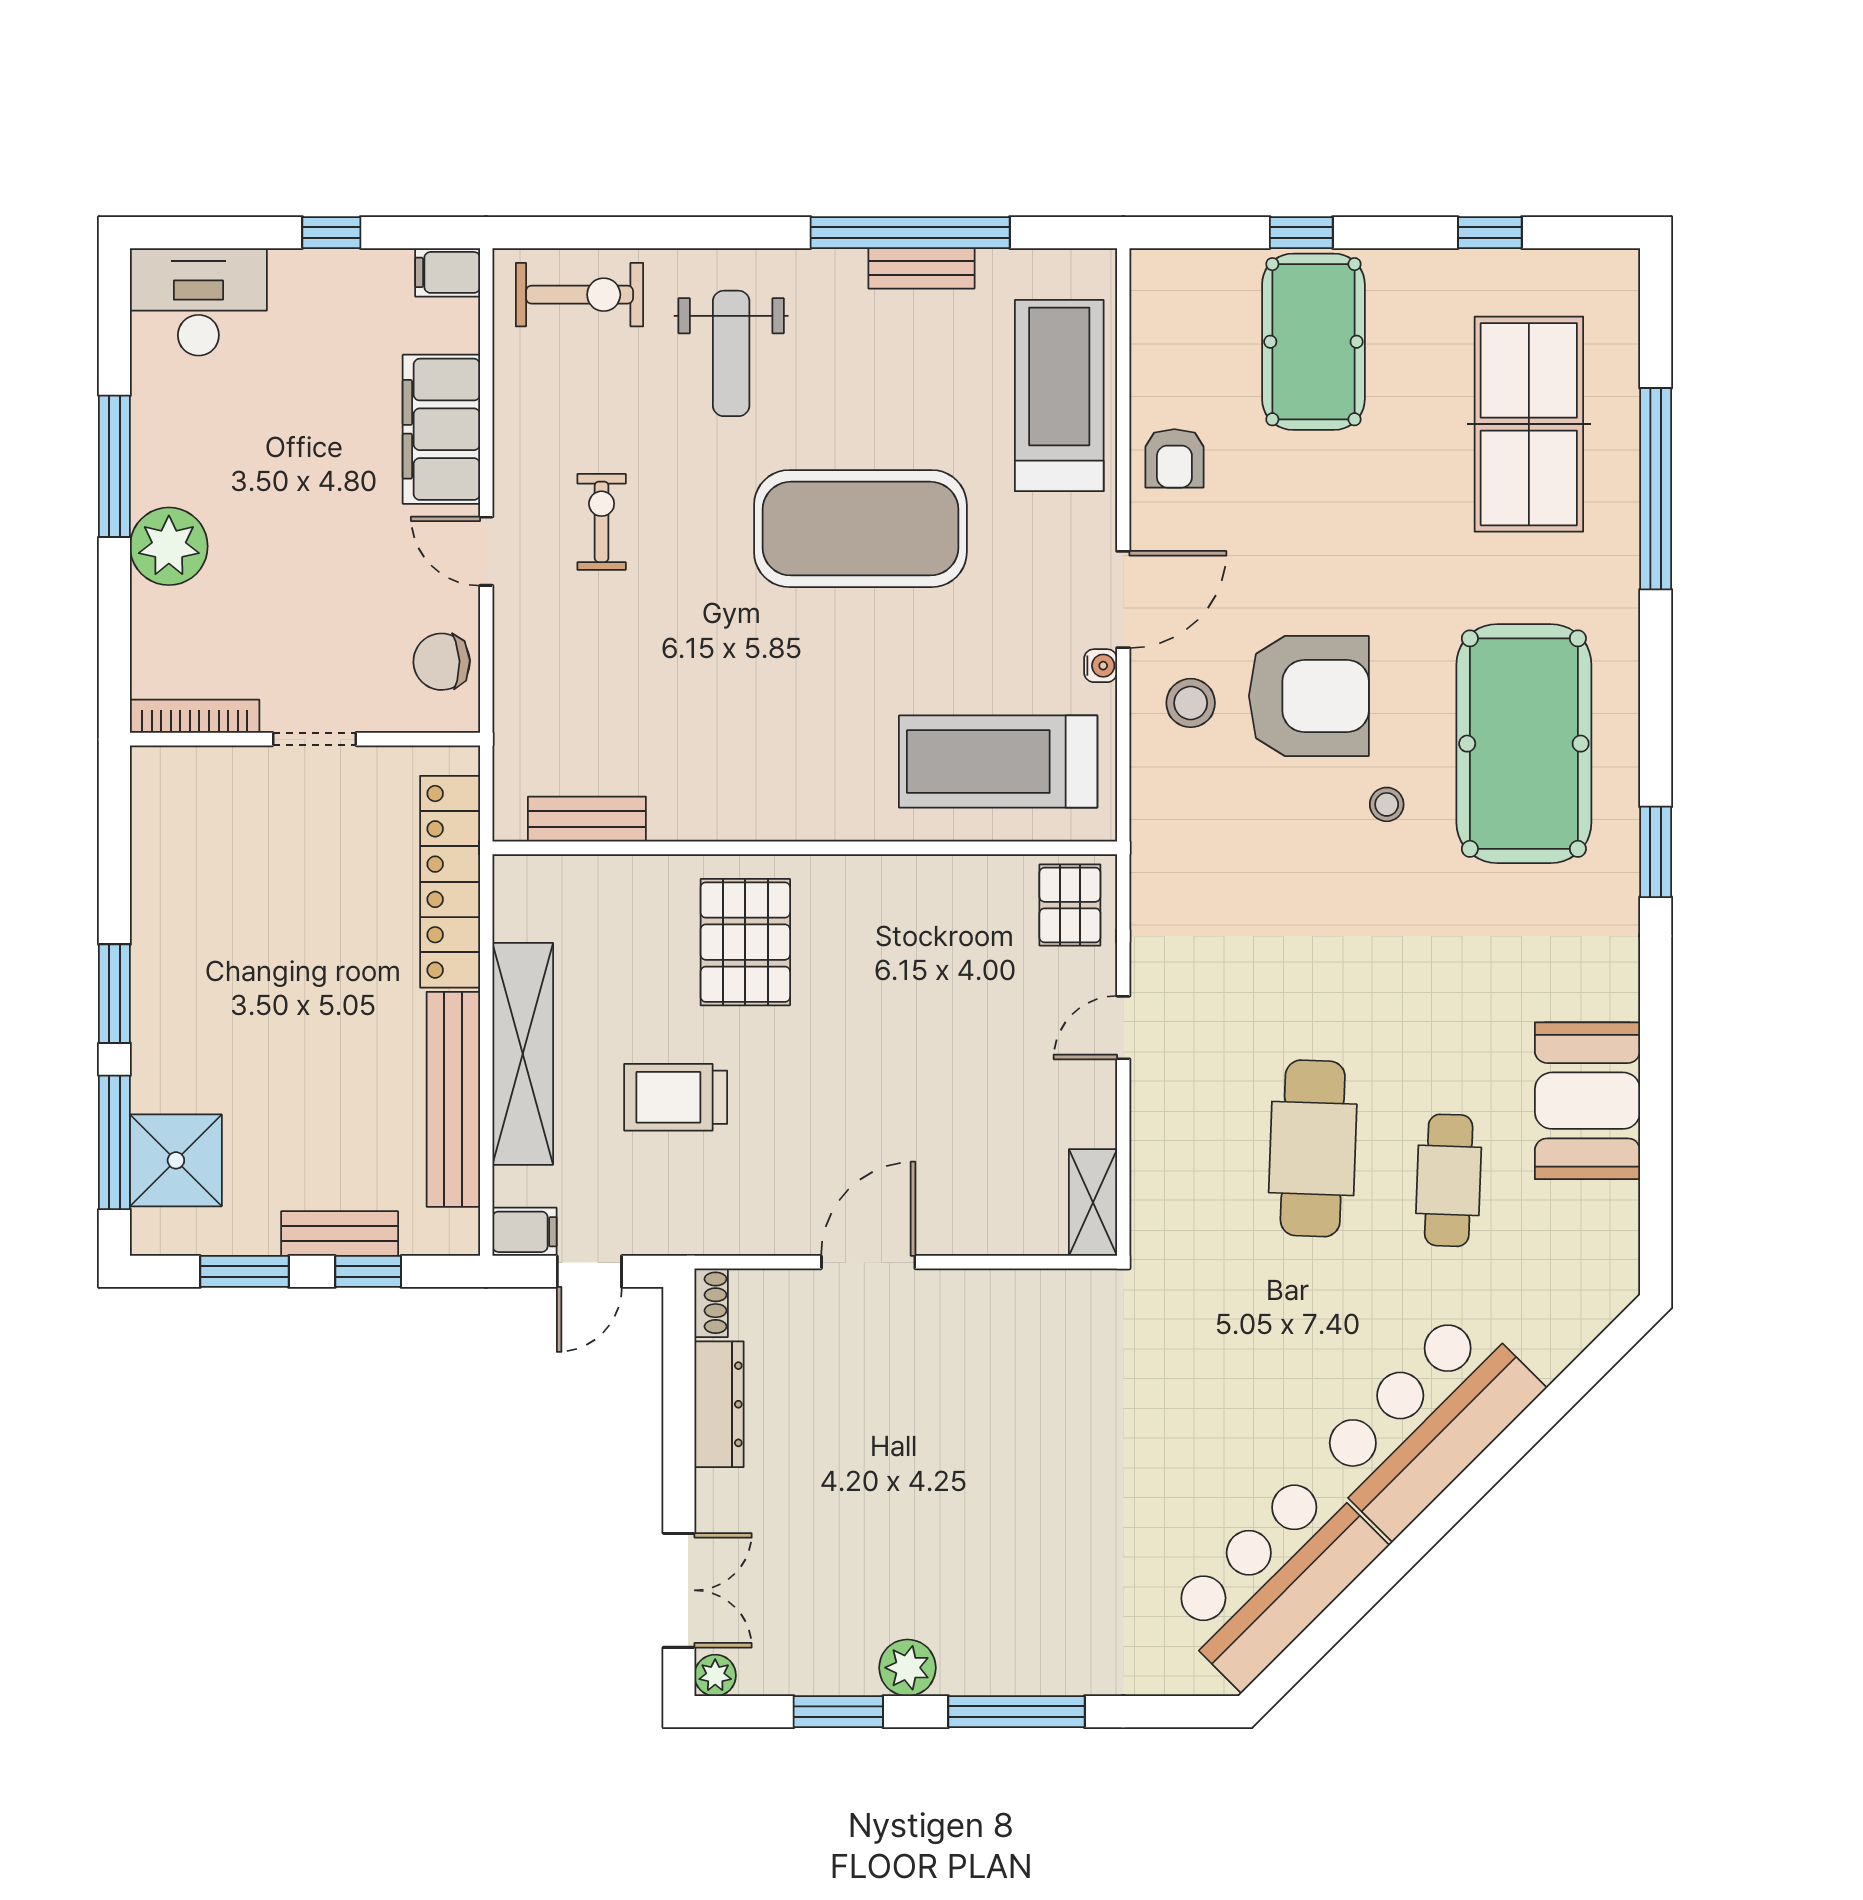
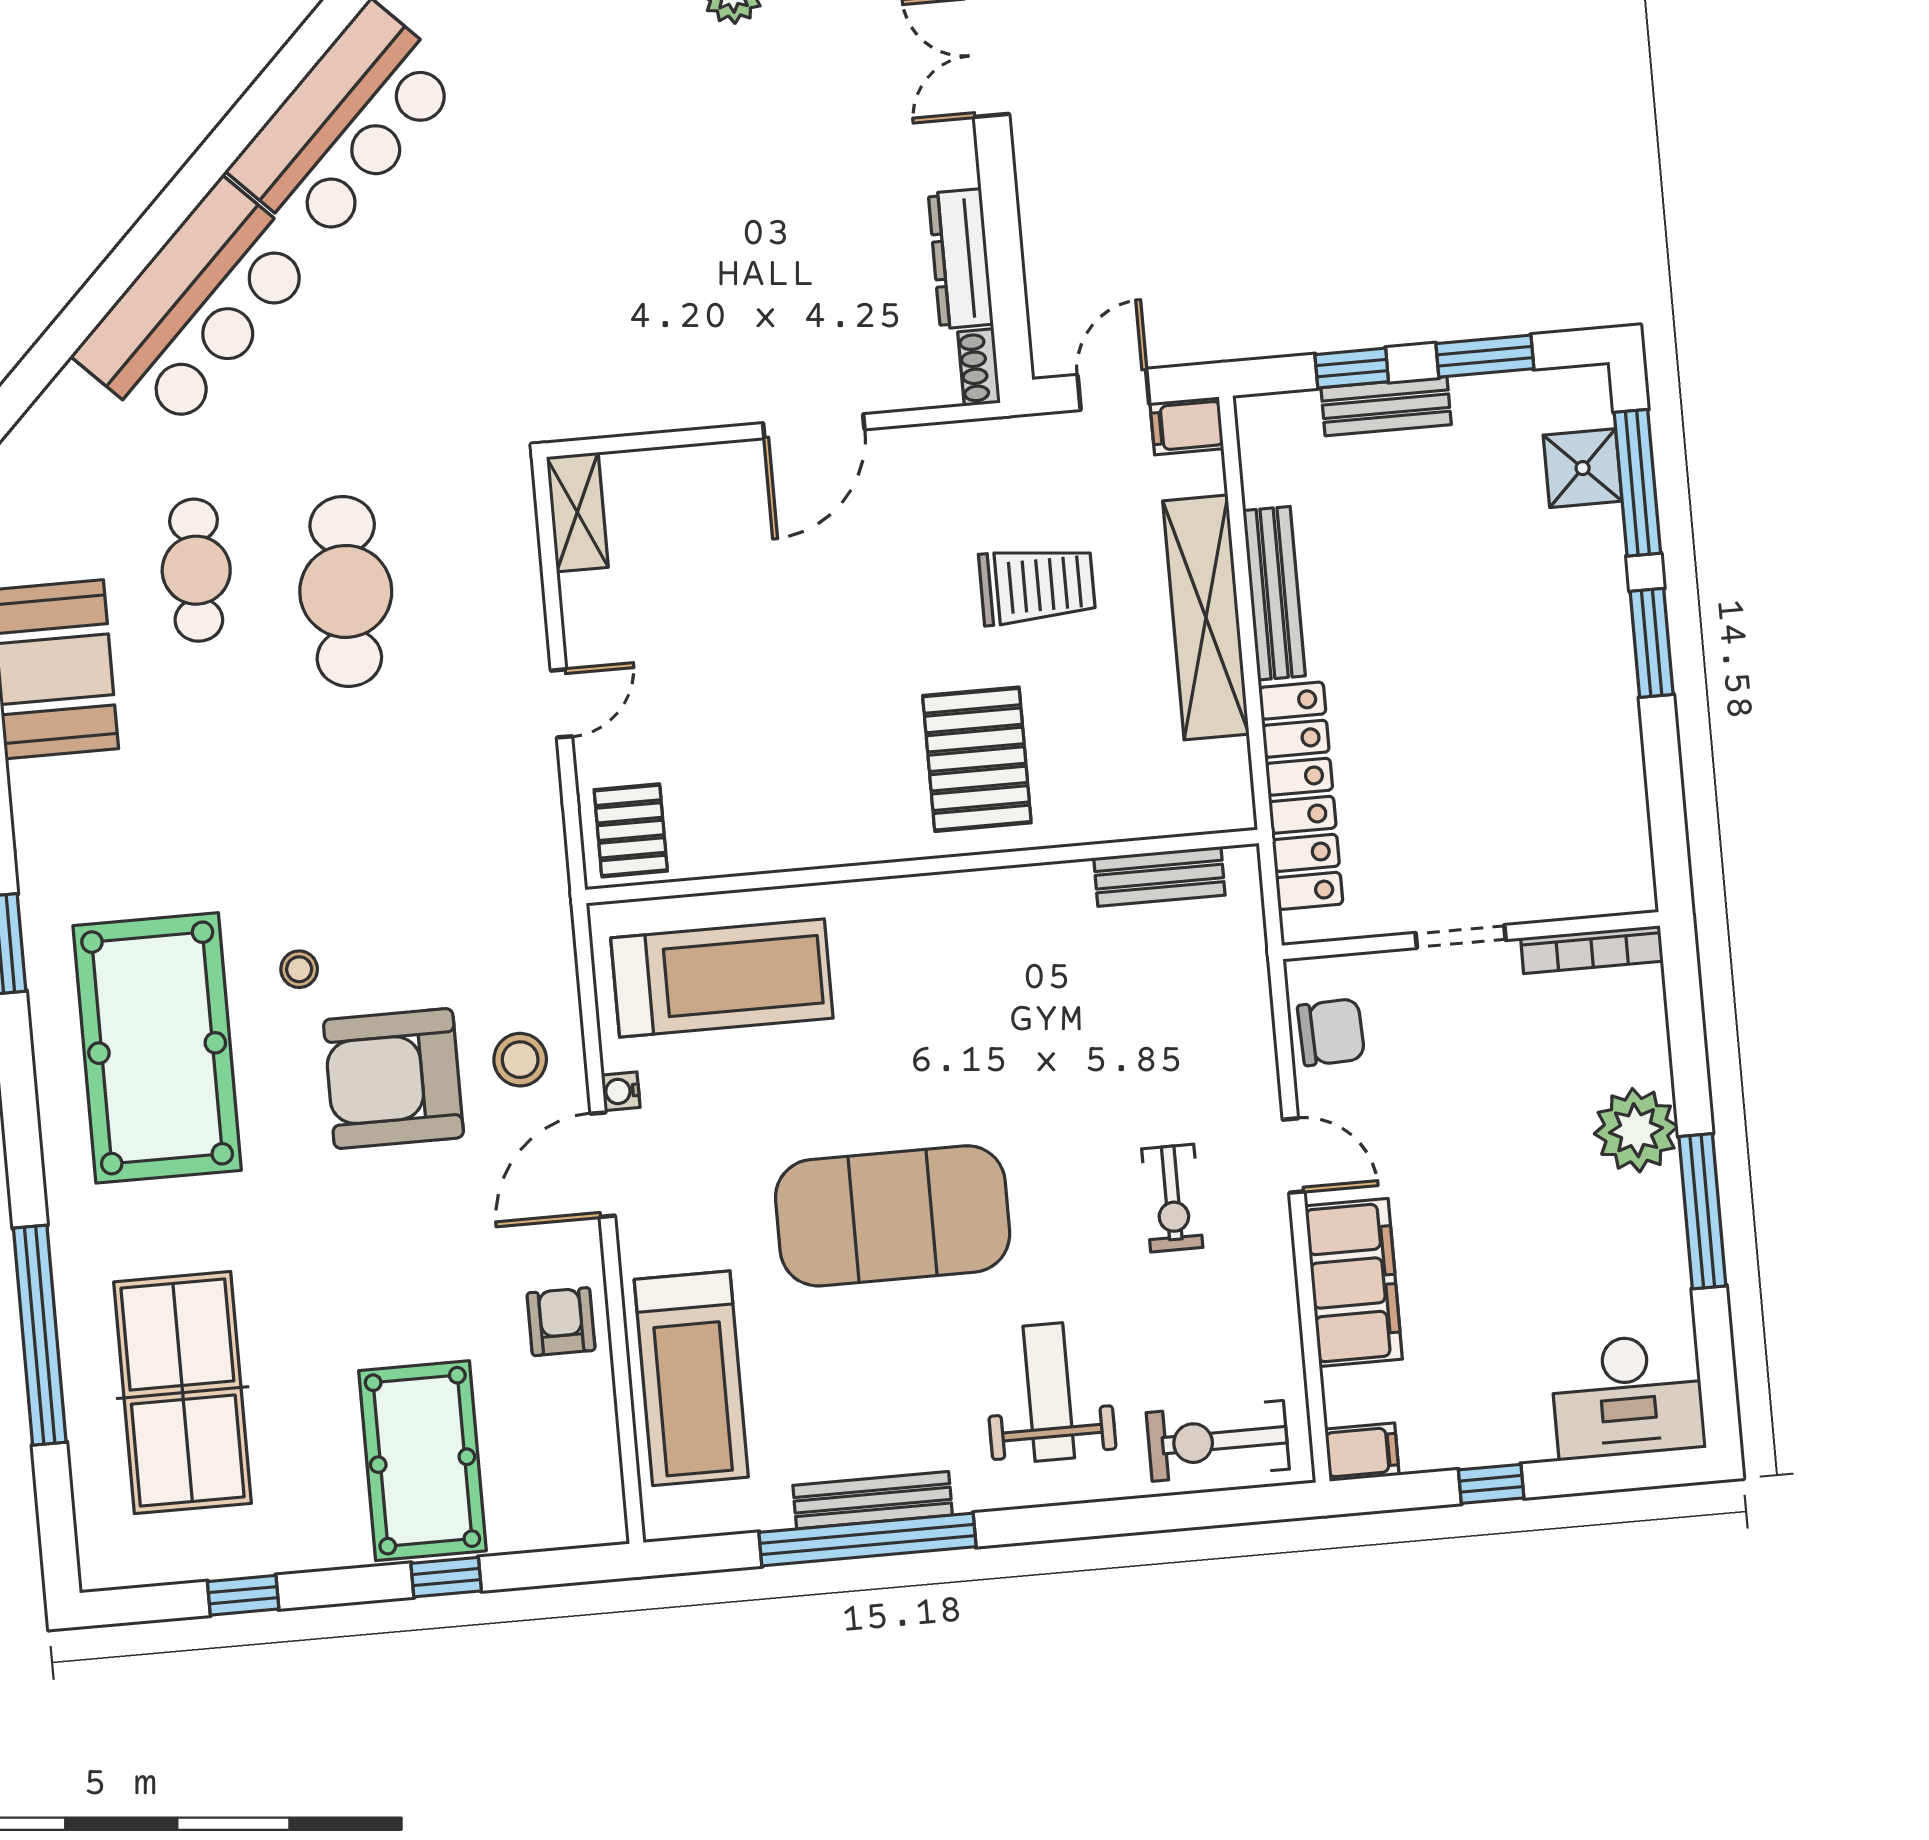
bench: (922, 268) -> (873, 1500), width x1.36
bench: (453, 1099) -> (1274, 593), width x0.73, depth x0.82
shower: (176, 1160) -> (1583, 468), width x0.73, depth x0.73

